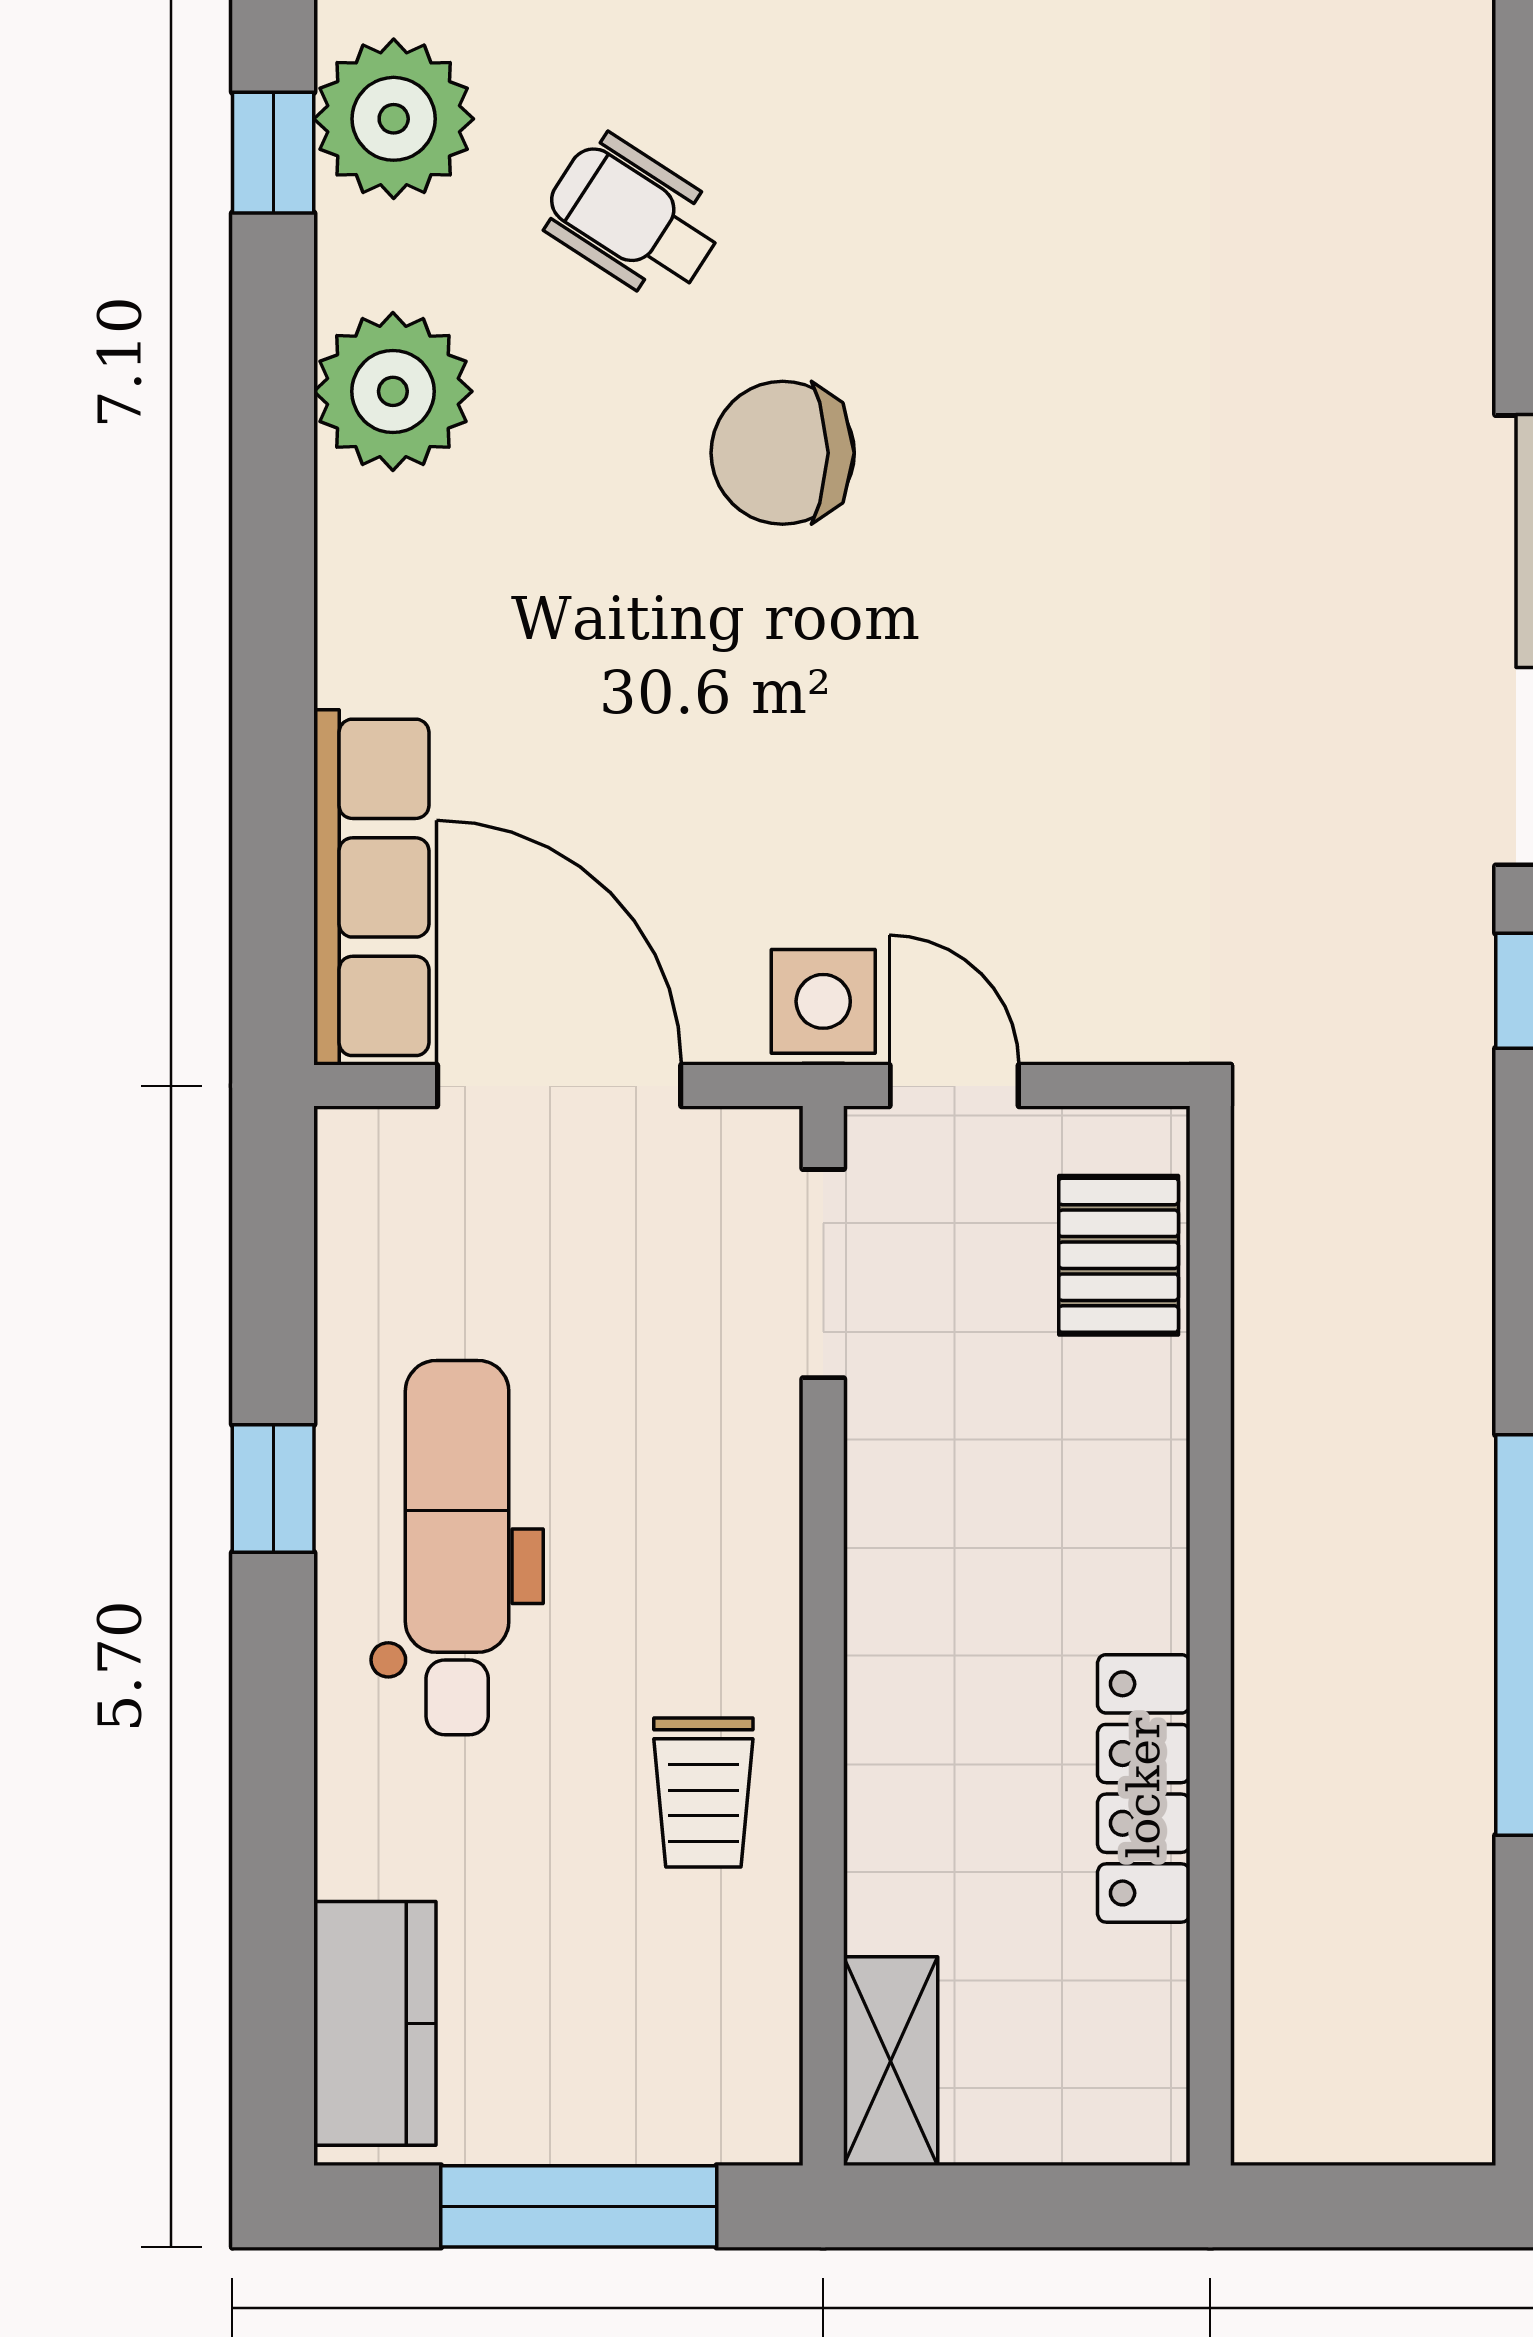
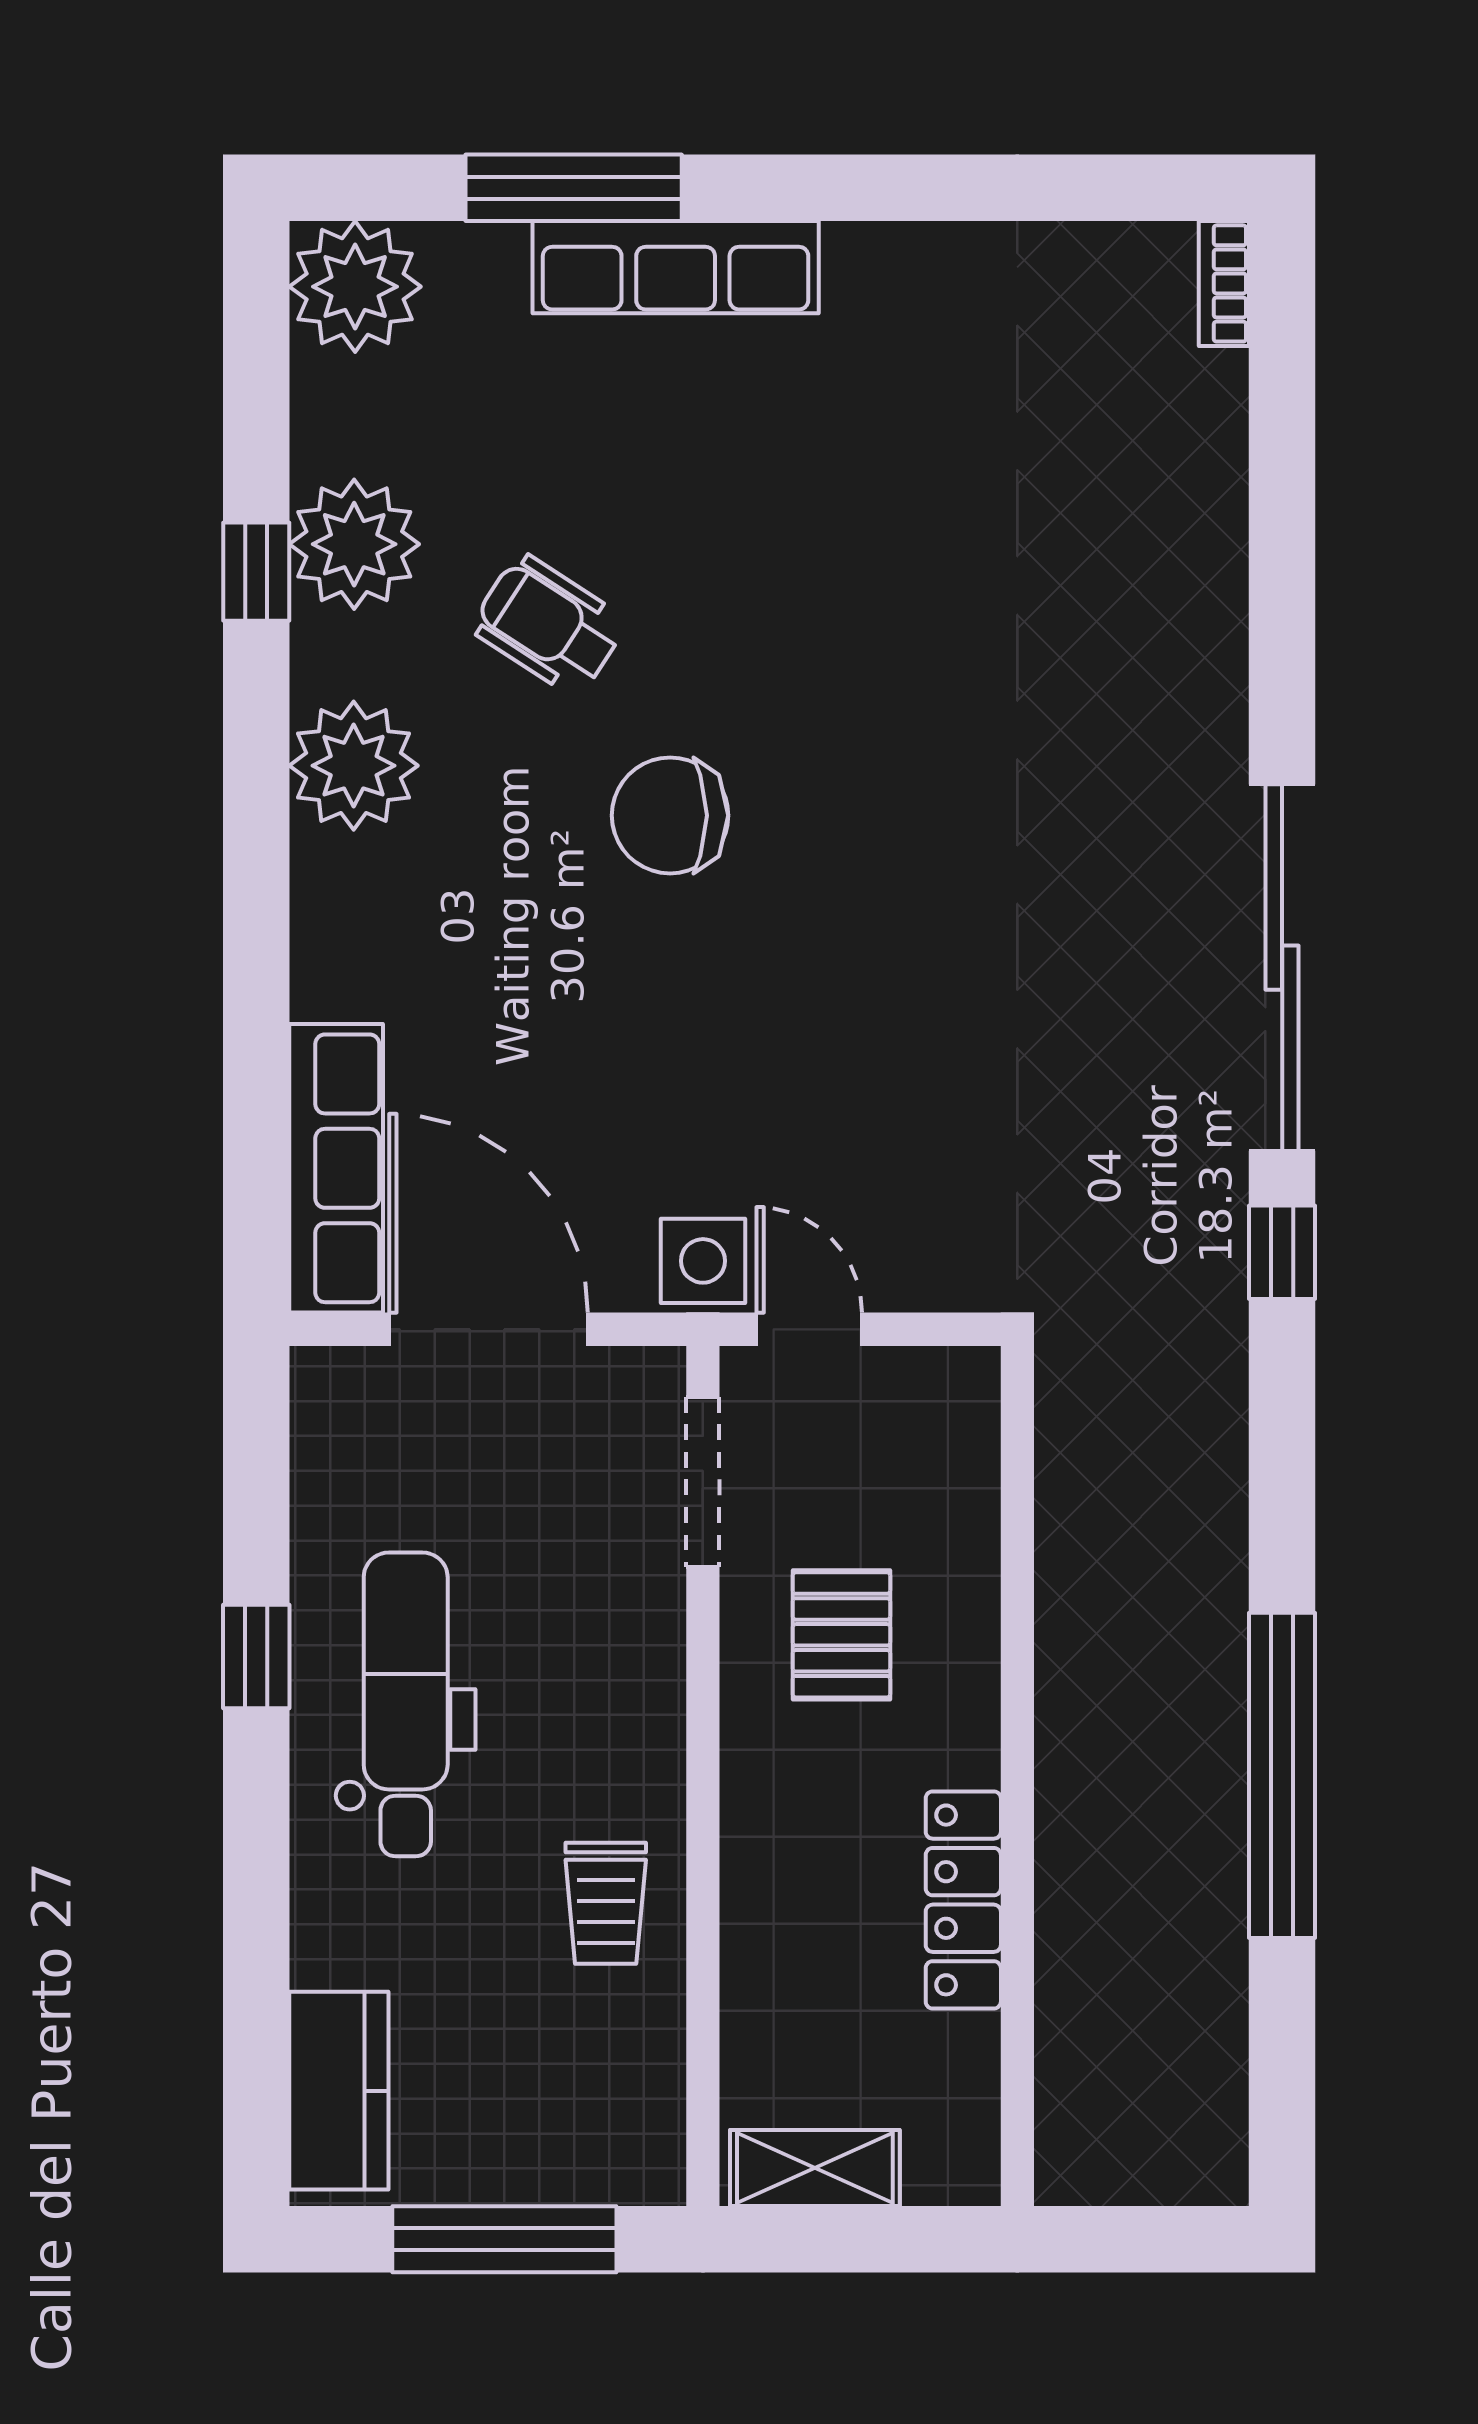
pallet: (1119, 1255) -> (841, 1635), moved
shelving: (891, 2061) -> (815, 2168), moved, turned 90

